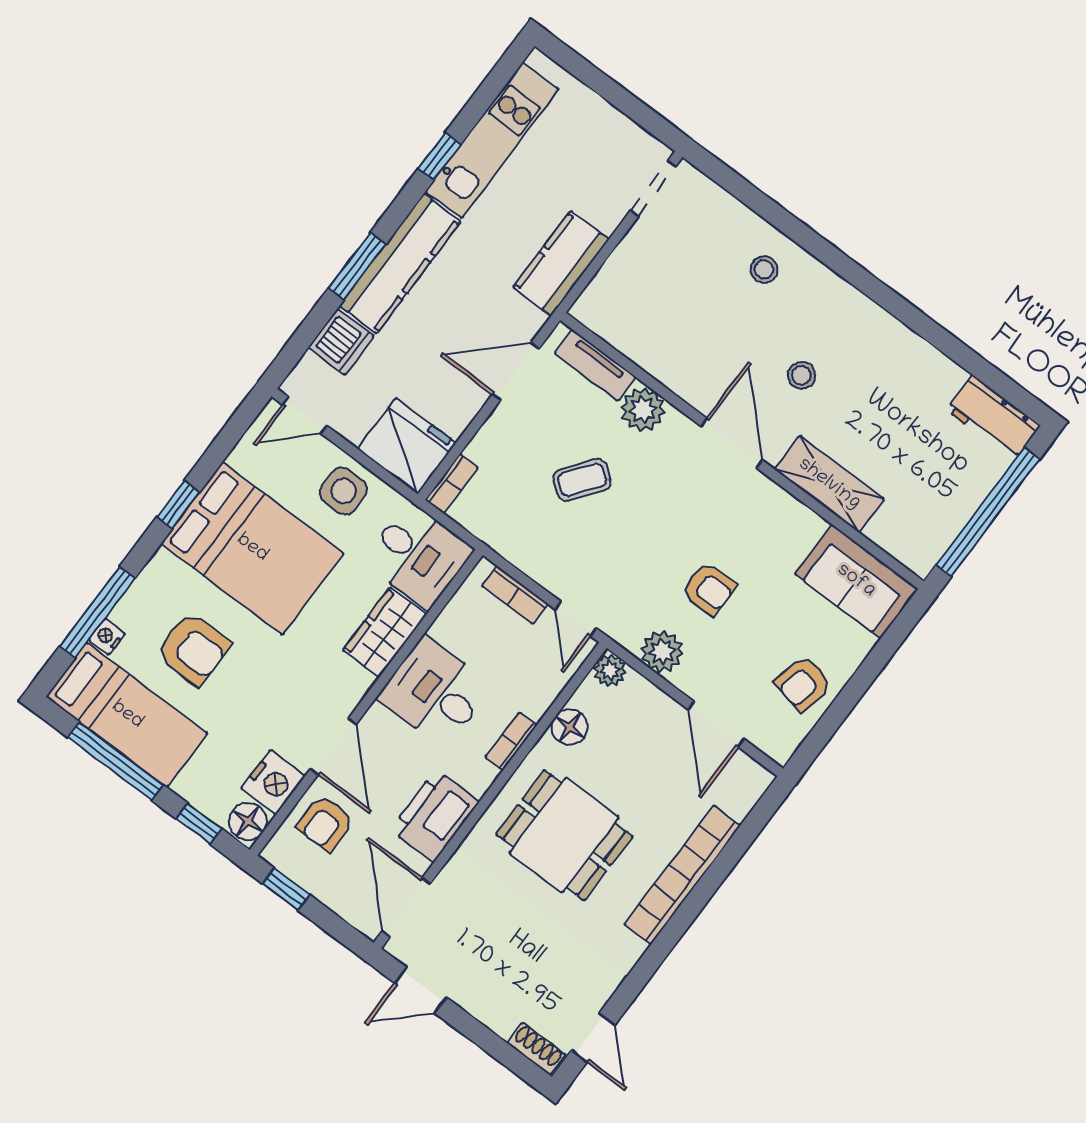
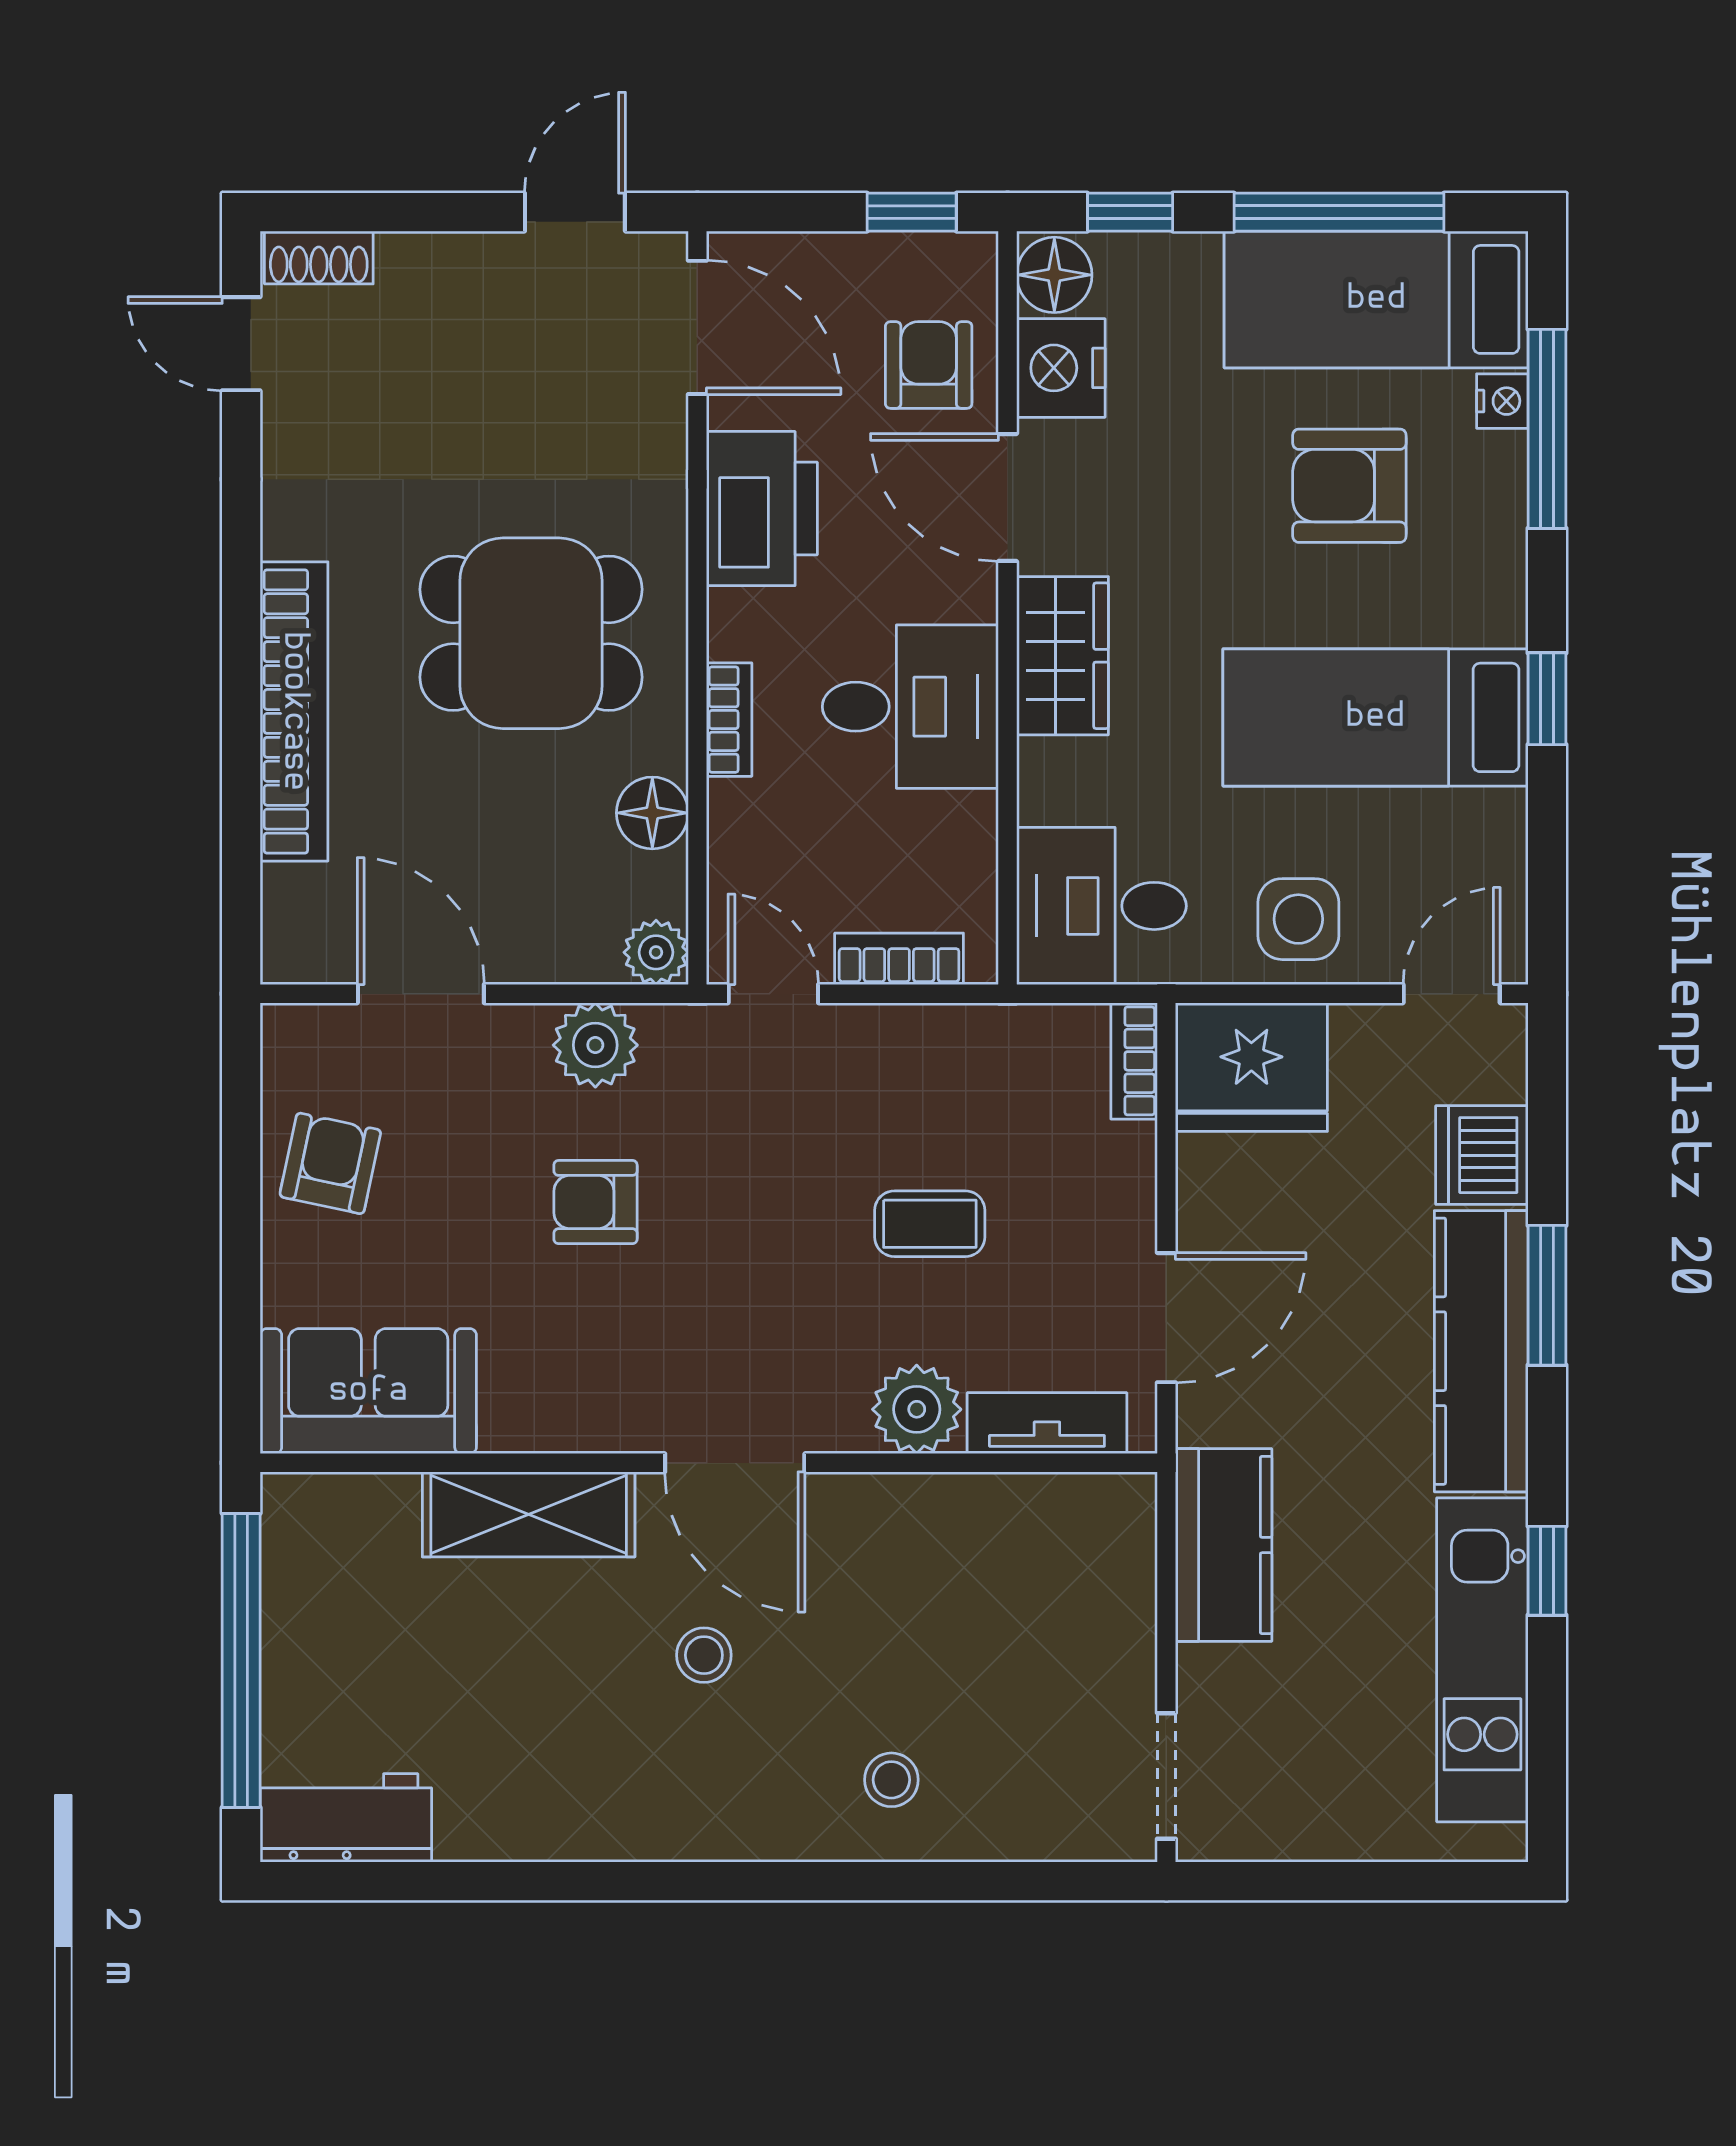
coffee table: (582, 480) -> (930, 1224), turned 53
bed: (252, 548) -> (1375, 717), width x0.67
wardrobe: (385, 632) -> (1063, 656), moved

